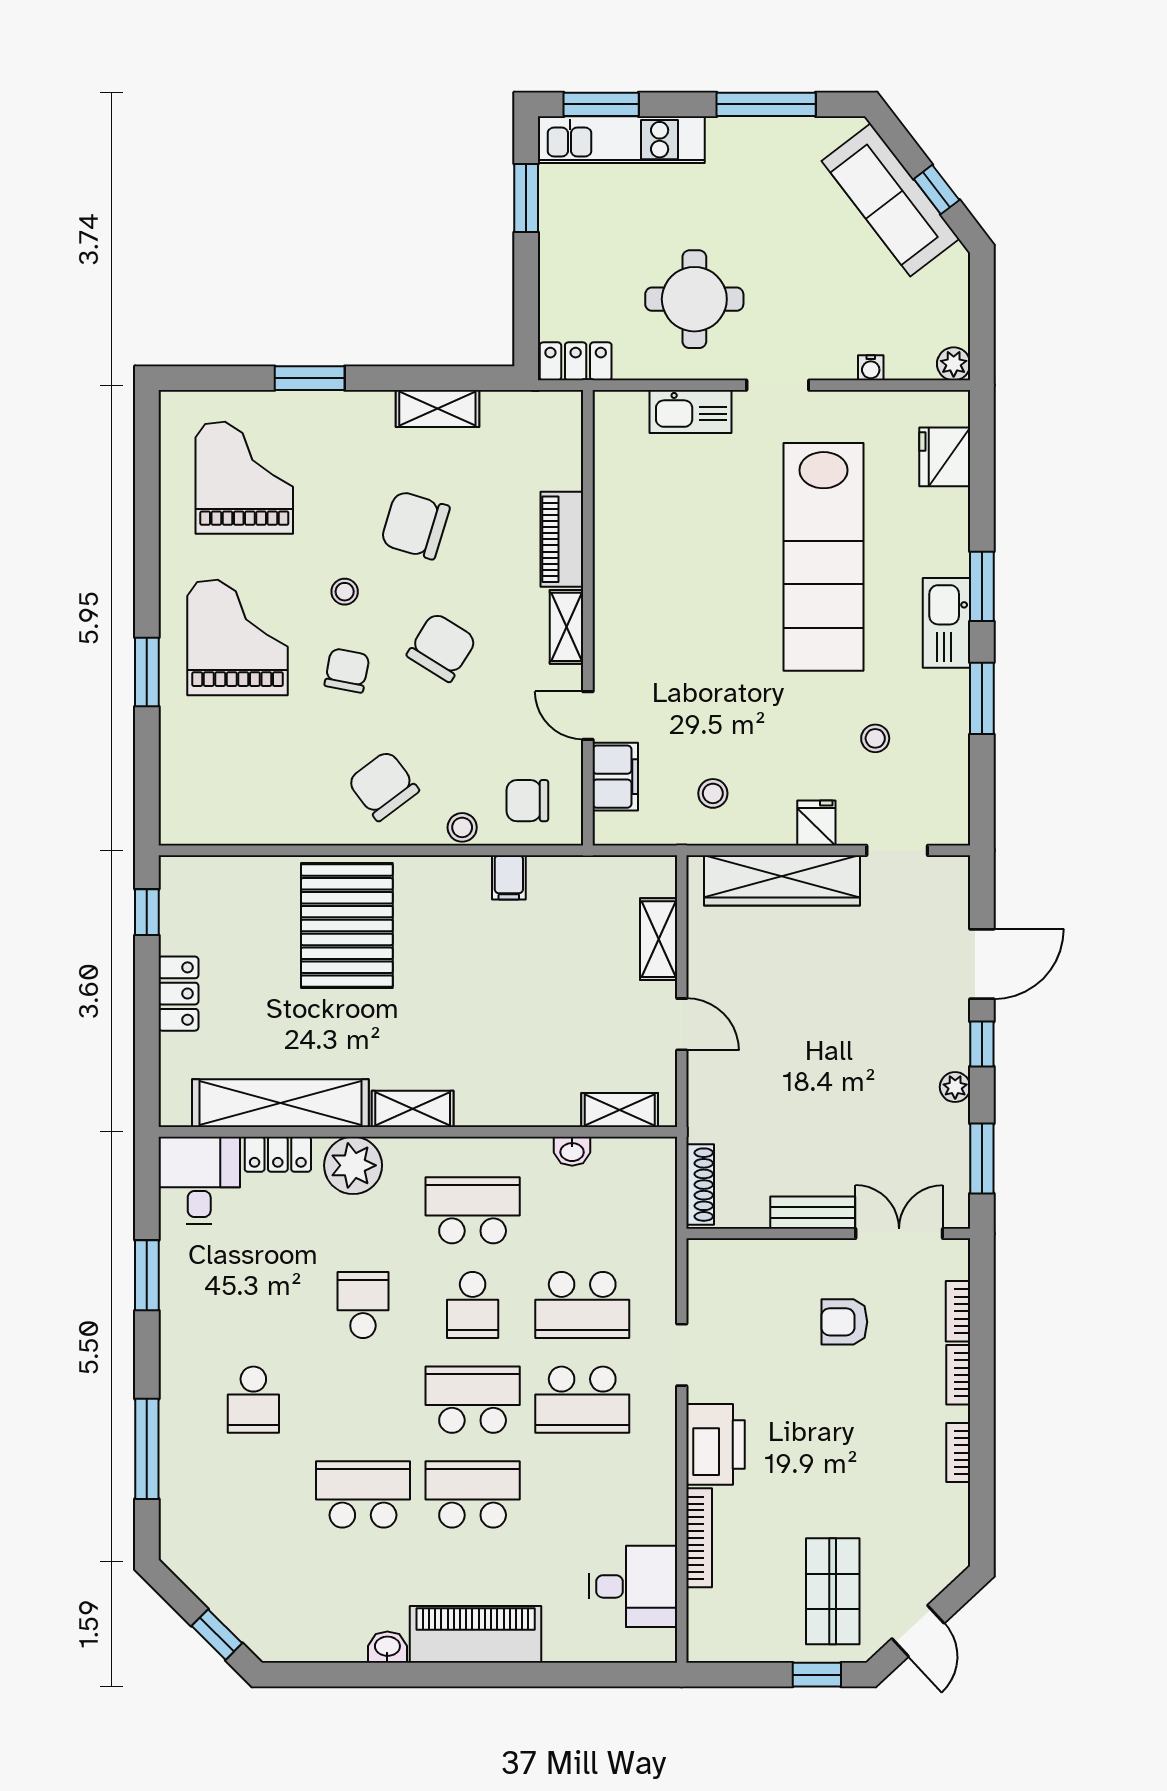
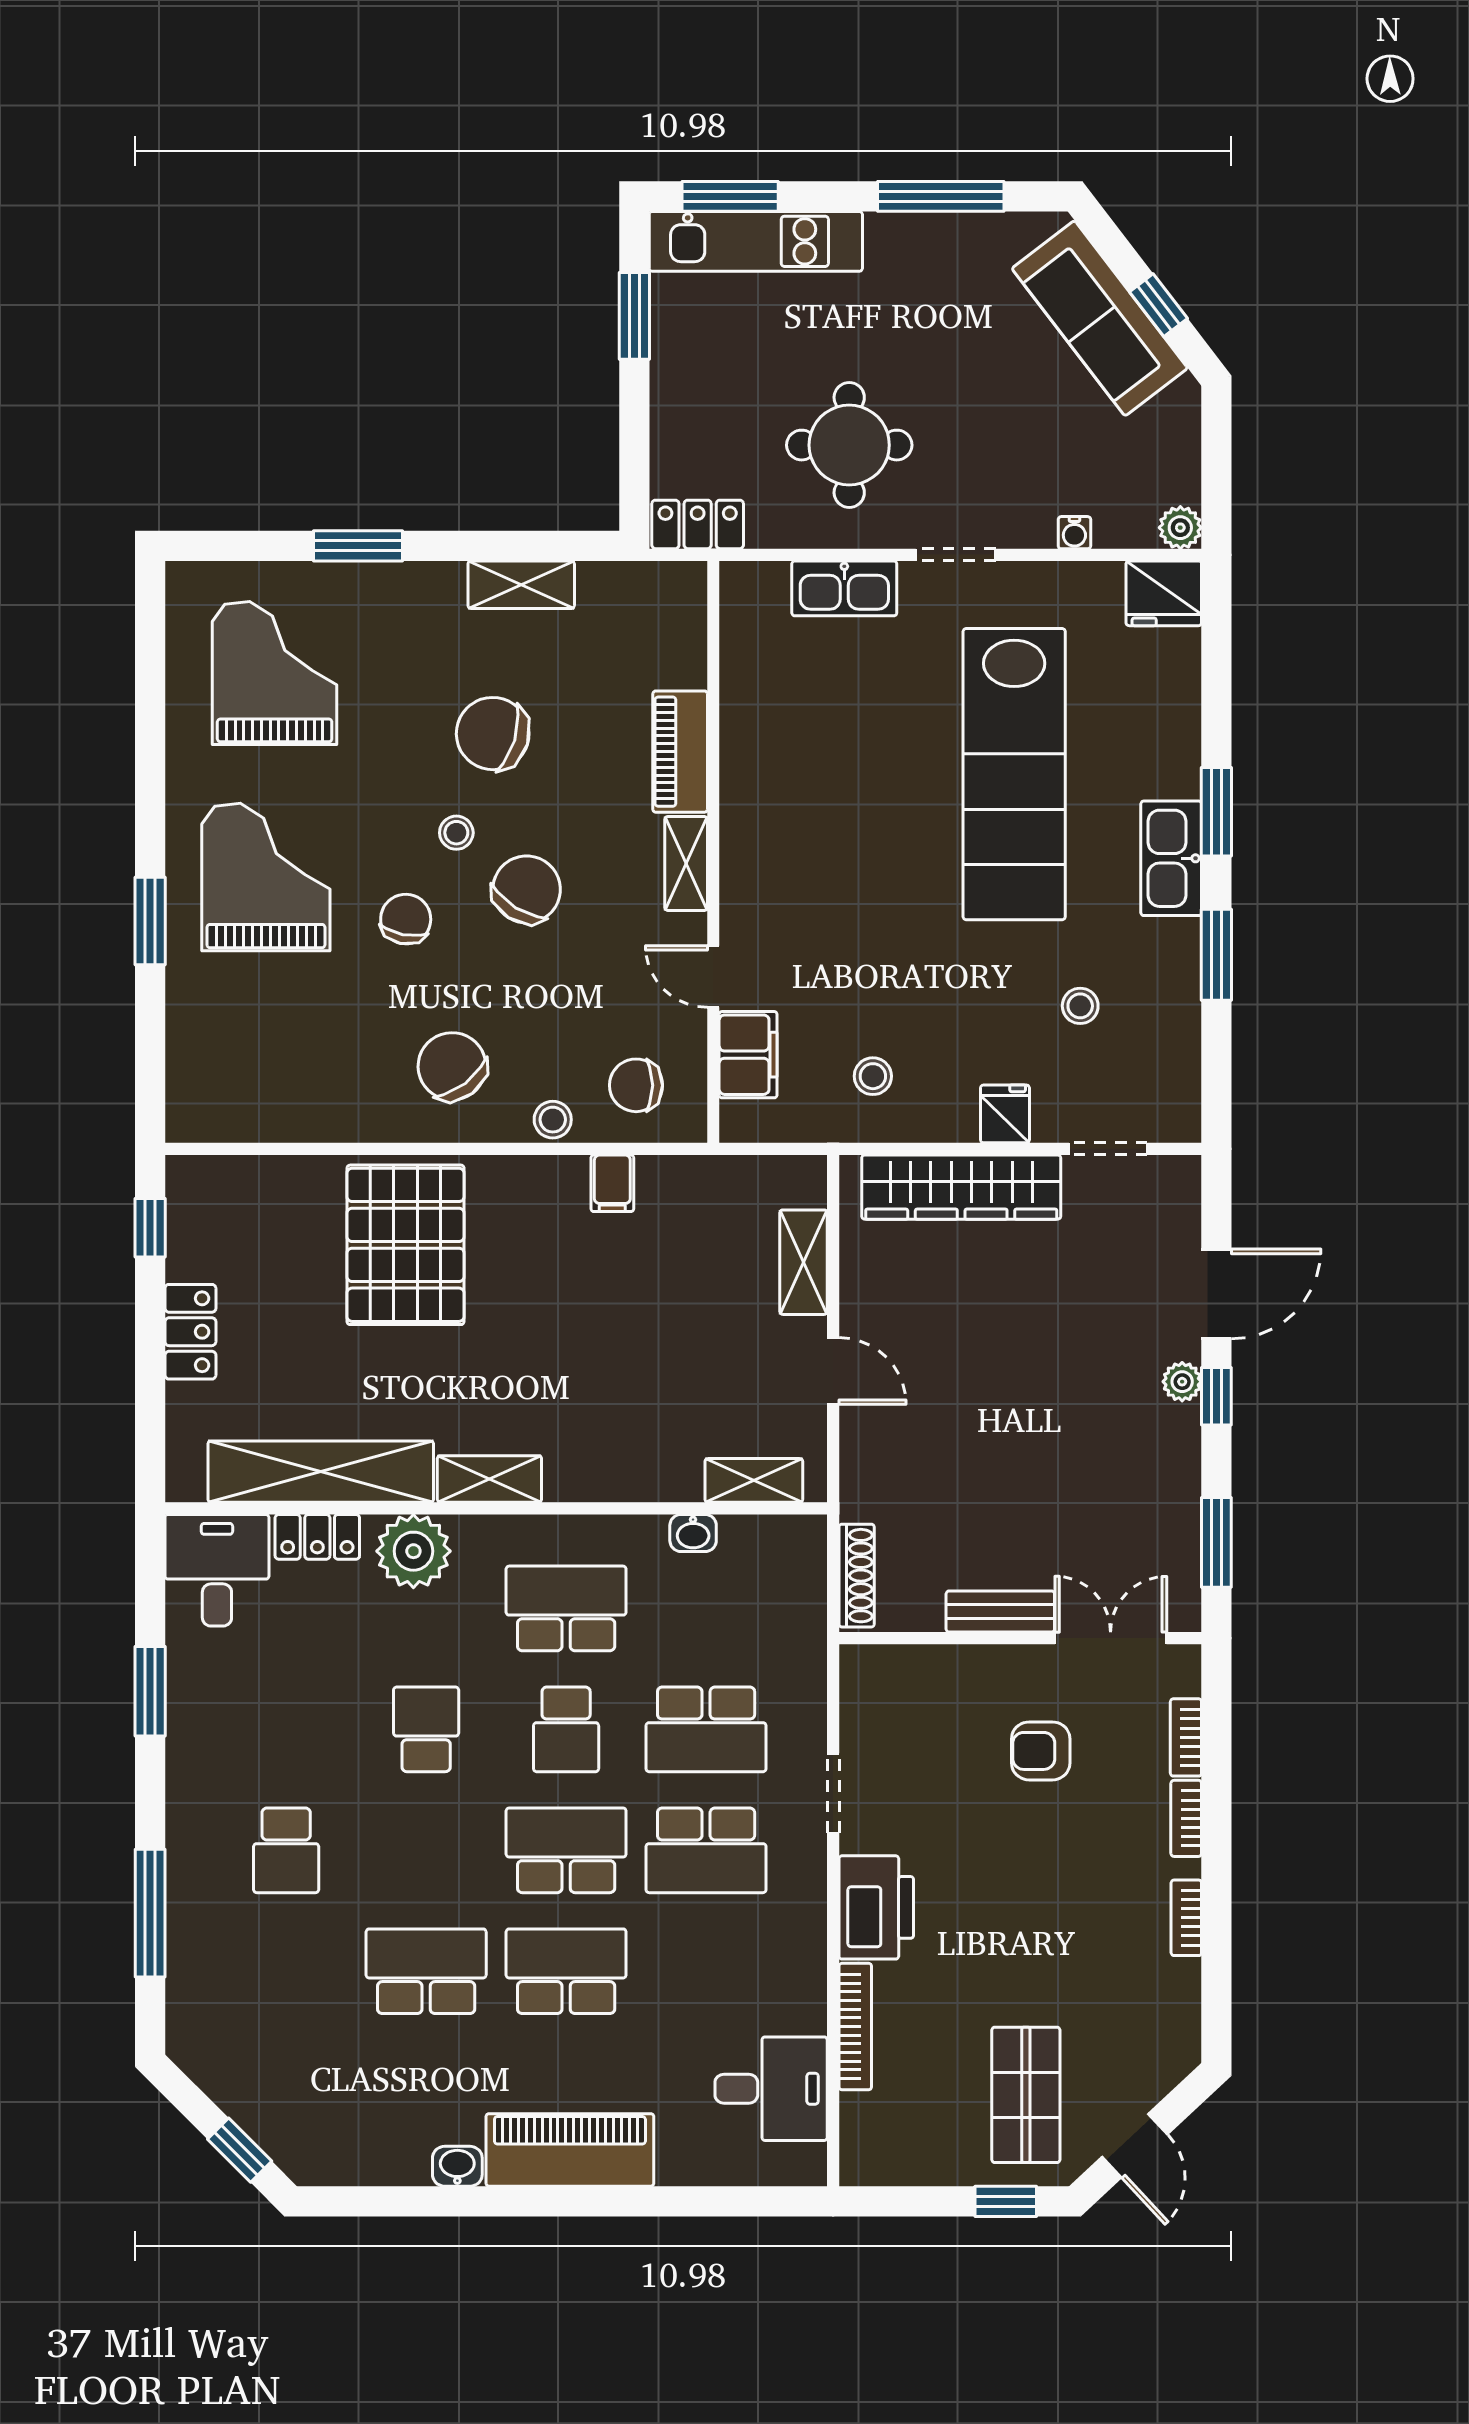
fridge: (945, 457) -> (1164, 593), moved, turned -90
stool: (345, 592) -> (456, 833), moved
plant: (955, 1087) -> (1182, 1382), moved

